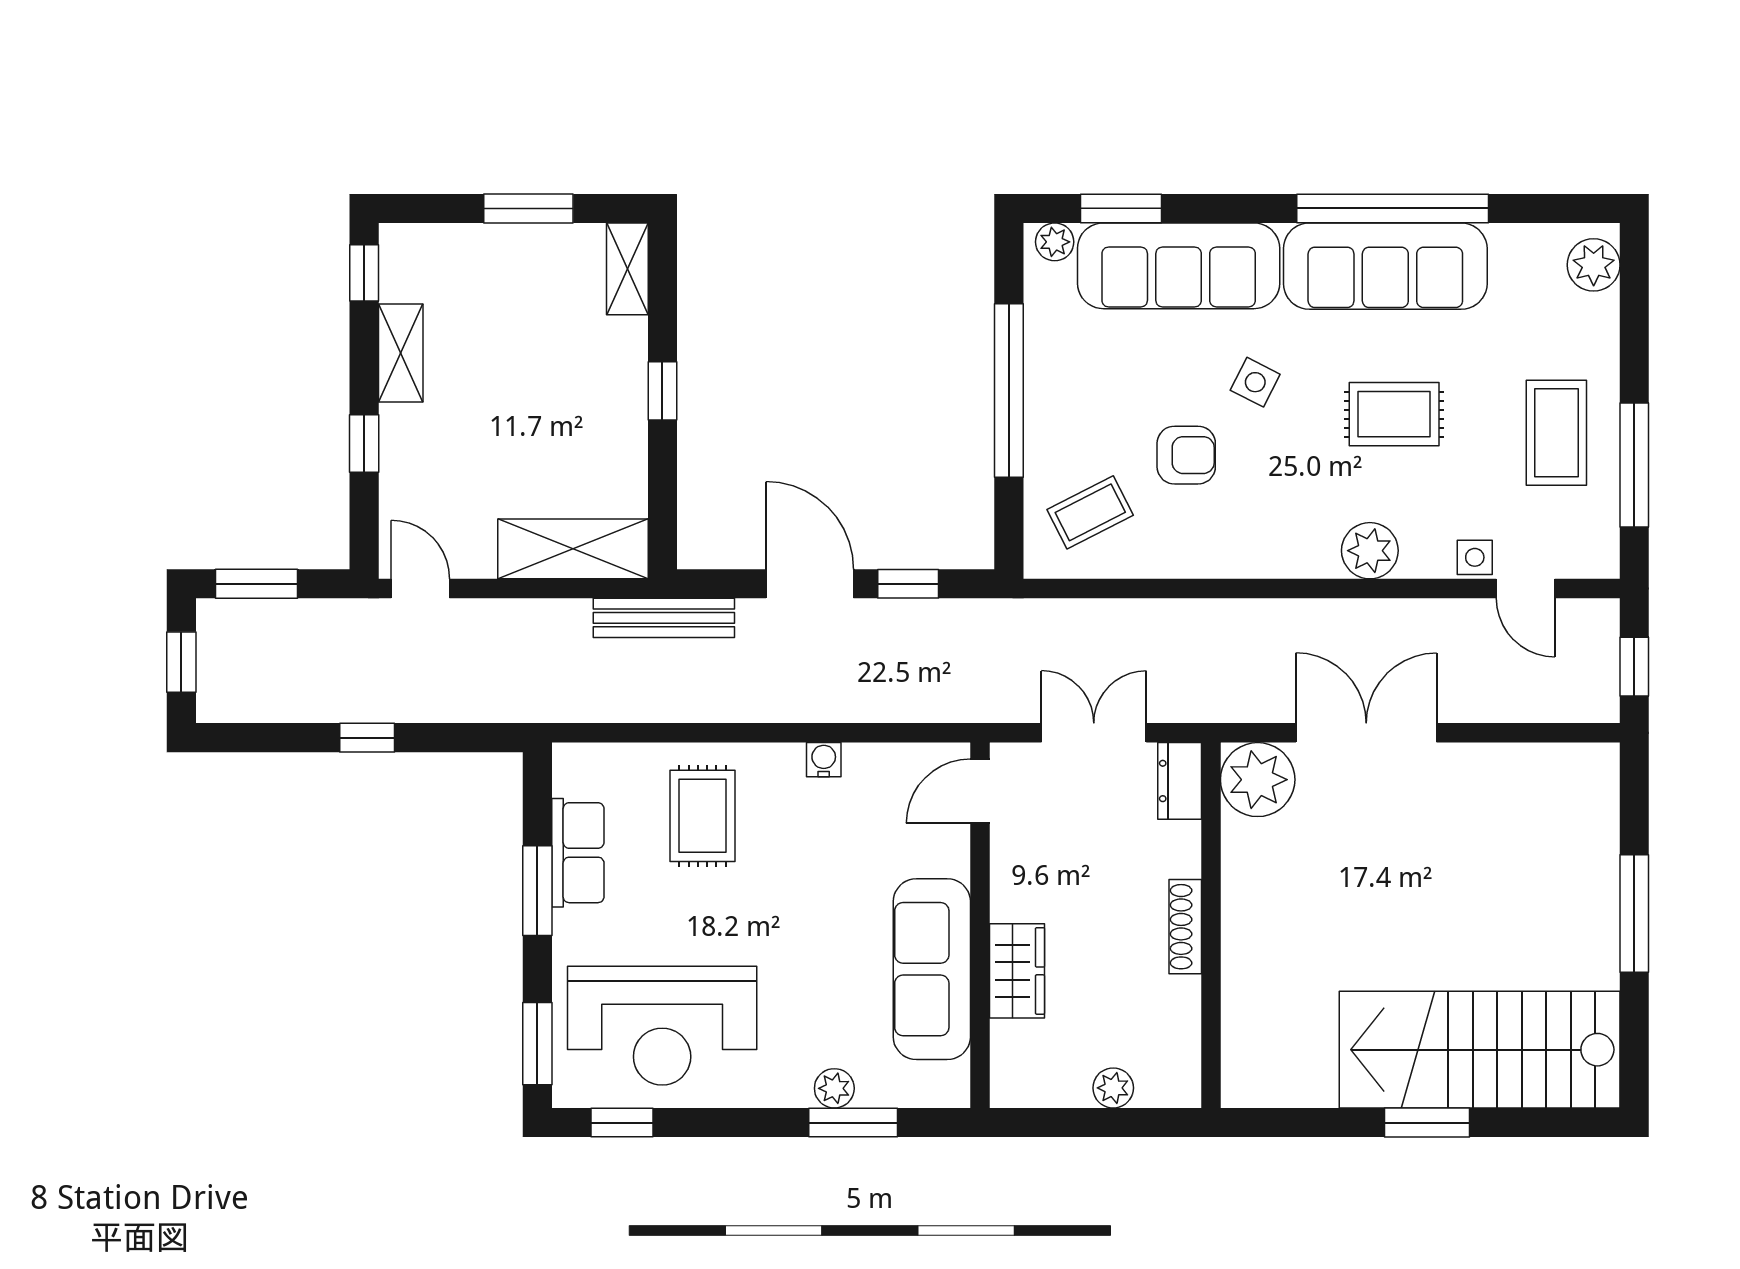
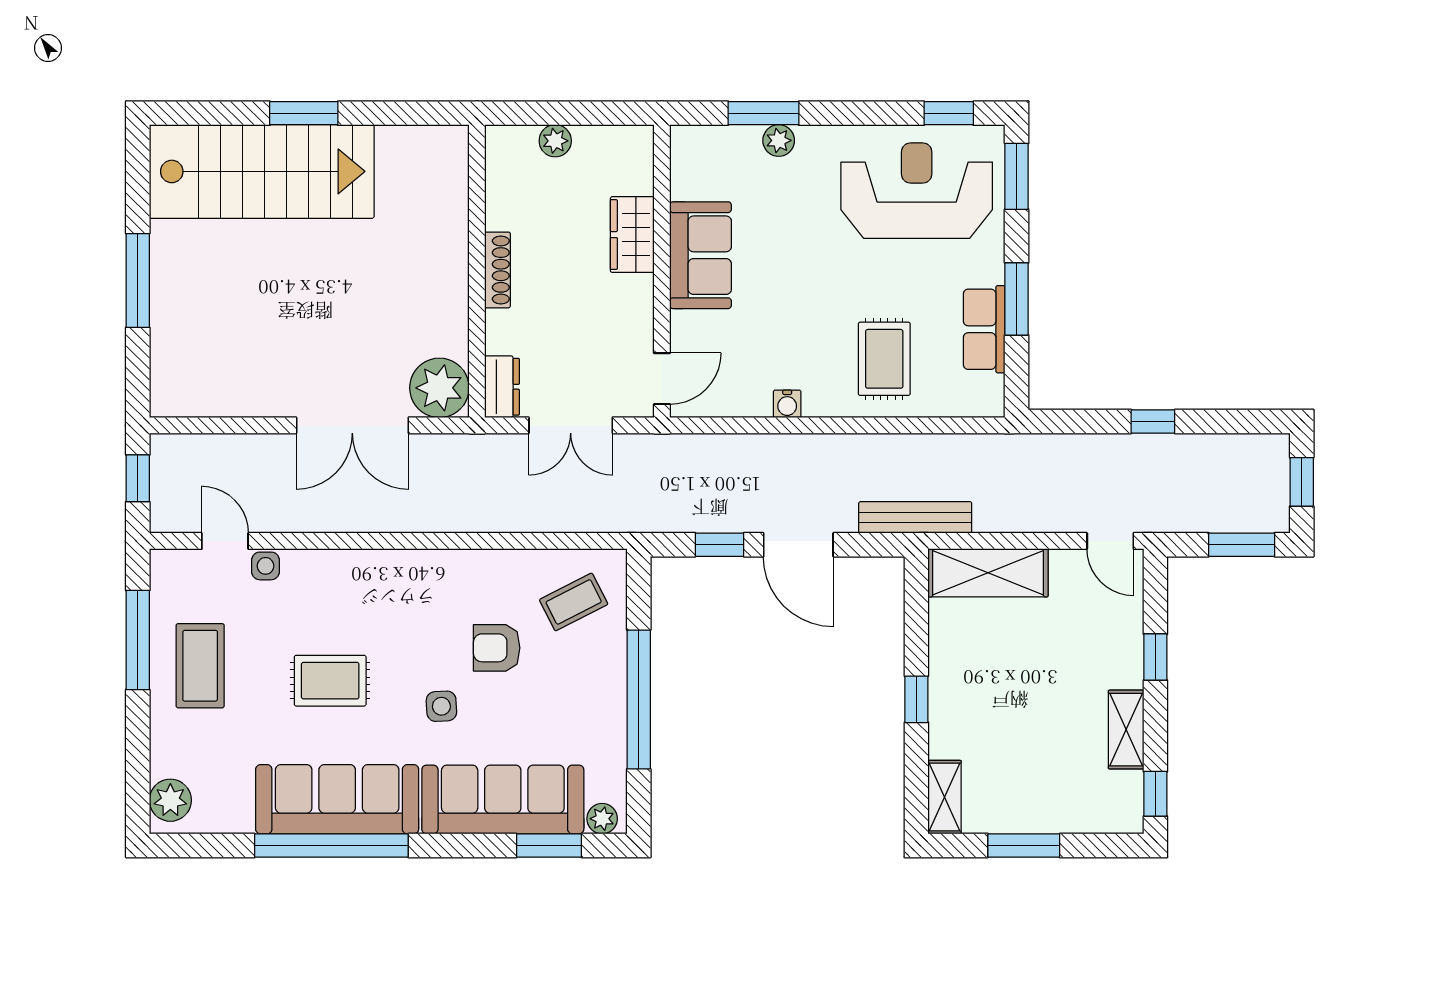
side table: (1255, 382) -> (441, 706), turned -30
plant: (1370, 551) -> (350, 571), removed
sofa: (932, 969) -> (700, 255), width x0.73

